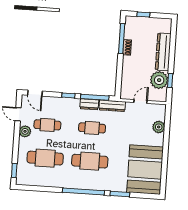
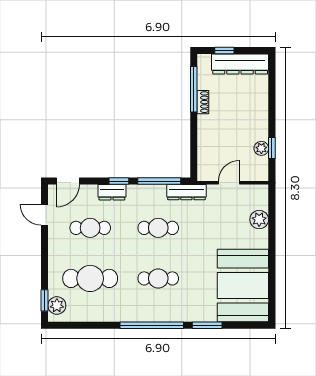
dresser: (163, 52) -> (240, 64), moved, turned -90
plant: (159, 80) -> (261, 148), width x0.53, depth x0.53
door: (35, 93) -> (68, 181), hinge flipped
dresser: (89, 104) -> (112, 192), moved
plant: (25, 131) -> (57, 306), moved
cafe table: (90, 161) -> (158, 278), width x0.73, depth x0.74

